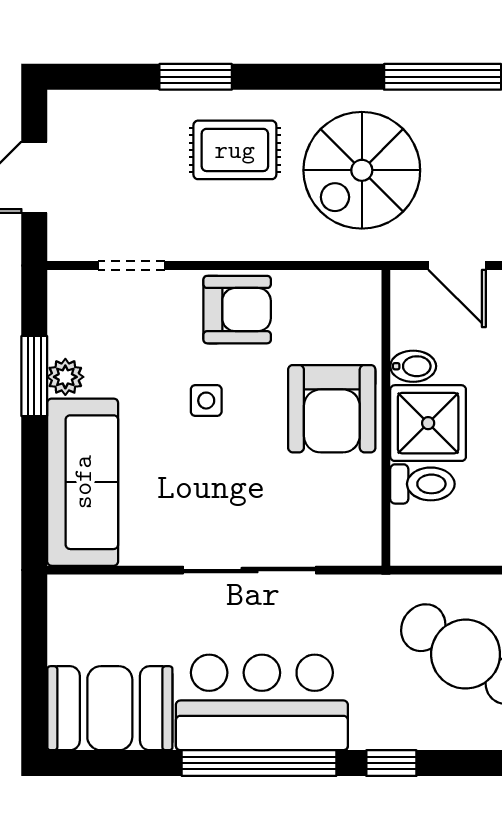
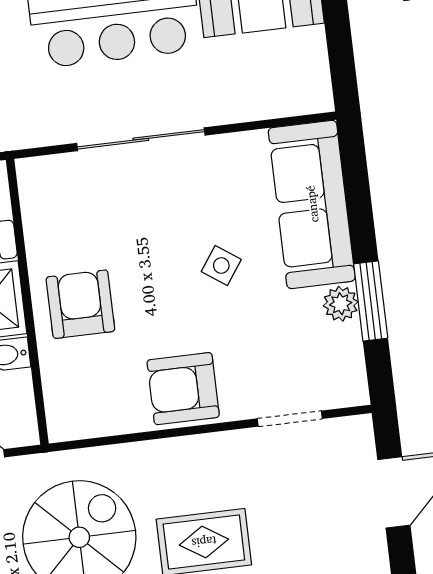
side table: (206, 401) -> (221, 266), moved, turned 35
armchair: (332, 409) -> (80, 304), width x0.73, depth x0.73

